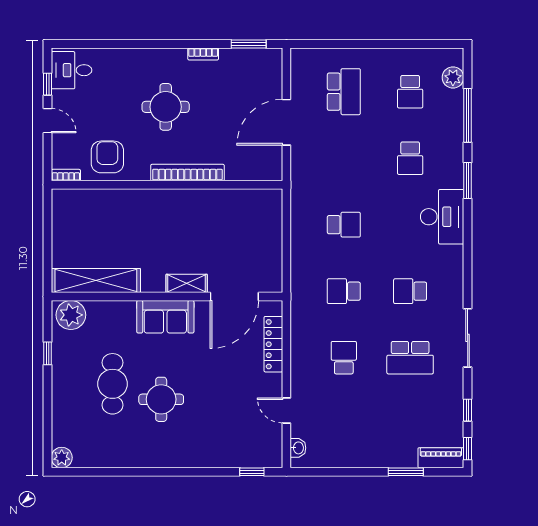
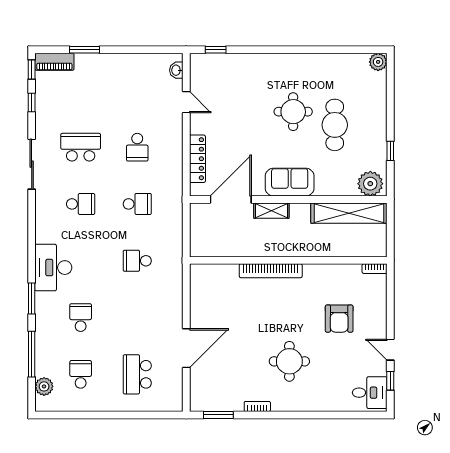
bookcase: (187, 173) -> (271, 271), moved
bookcase: (66, 175) -> (375, 269), moved
wall: (167, 185) -> (288, 260), moved

